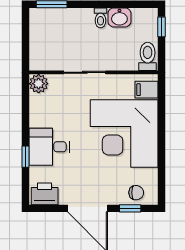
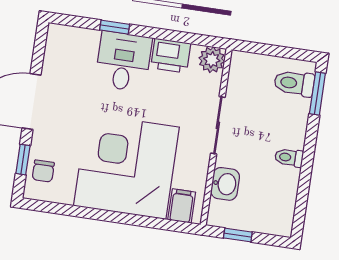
washbasin: (119, 17) -> (225, 184), moved, turned 180
window: (161, 27) -> (238, 235), moved
toilet: (148, 56) -> (294, 83), moved, turned 180
printer: (45, 194) -> (171, 56), moved, turned 90

